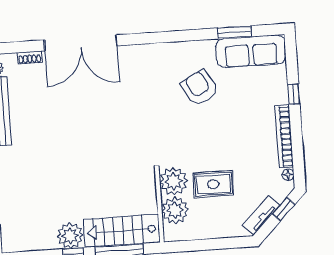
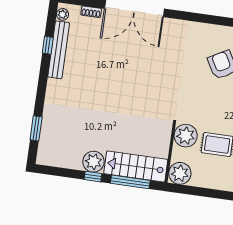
plant: (175, 210) -> (180, 173), moved

